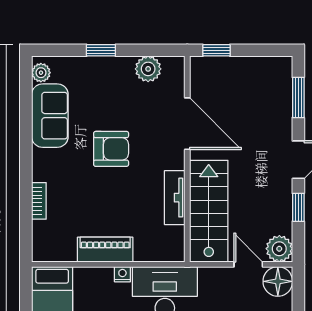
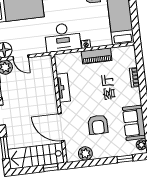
window: (101, 50) -> (125, 159), moved
armchair: (111, 149) -> (98, 125), moved, turned -90
stairs: (209, 211) -> (36, 156), moved, turned 90

